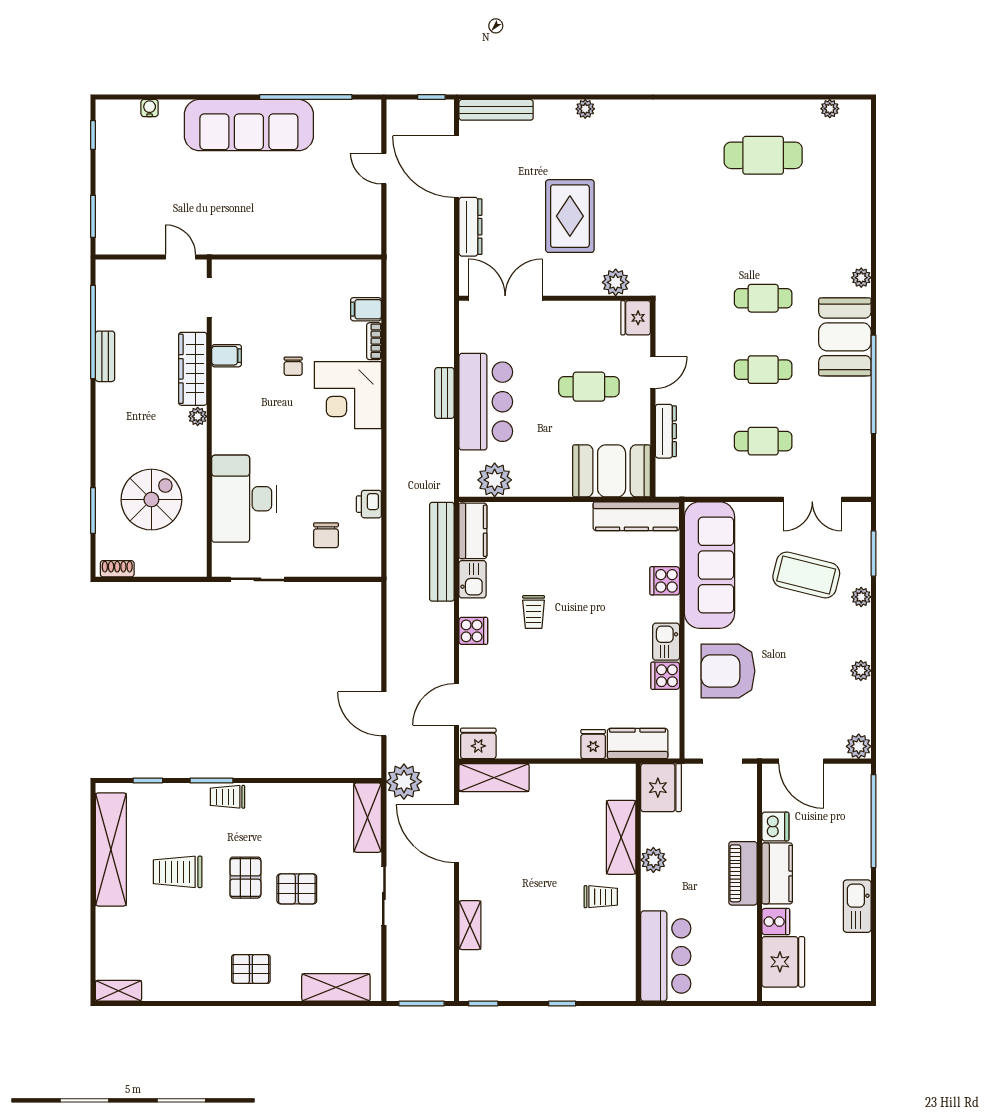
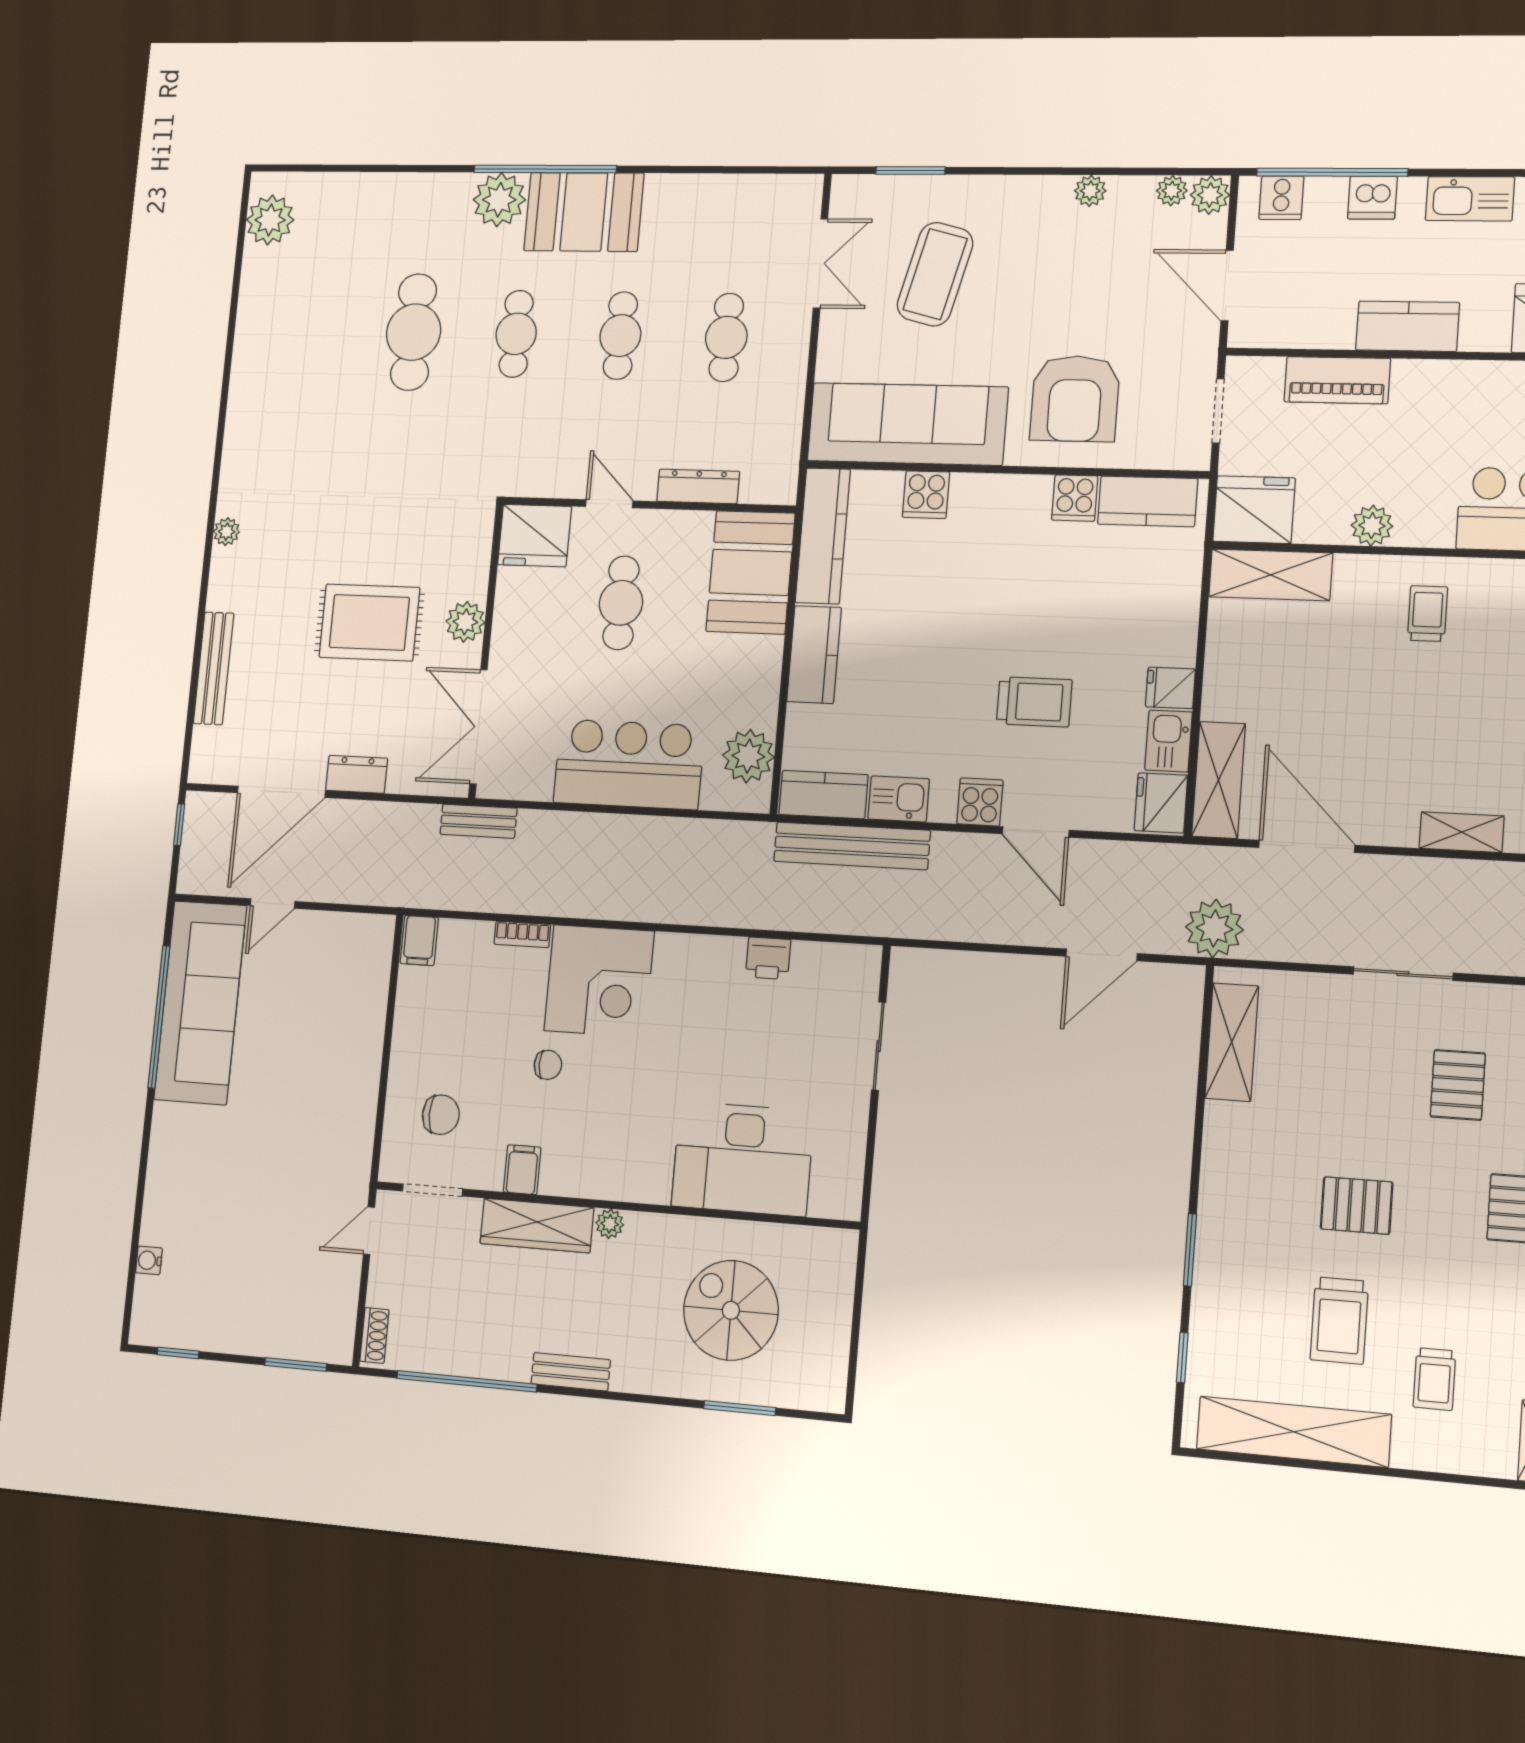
plant: (585, 109) -> (227, 532), moved
plant: (830, 109) -> (270, 220), width x1.87, depth x1.87
bench: (496, 110) -> (214, 668), moved
sofa: (249, 125) -> (200, 1003), moved
cafe table: (763, 155) -> (414, 332), moved
dresser: (470, 227) -> (357, 774), width x0.70
plant: (861, 278) -> (499, 200), width x1.88, depth x1.88
plant: (616, 282) -> (465, 622), moved
filing cabinet: (366, 309) -> (419, 940), moved
fridge: (636, 318) -> (535, 536), width x1.36, depth x1.34
bench: (105, 356) -> (571, 1372), moved
window: (873, 384) -> (545, 169), moved
bench: (444, 393) -> (479, 821), moved
kitchen counter: (561, 517) -> (814, 655), added
chair: (326, 535) -> (441, 1115), moved
shoe rack: (117, 569) -> (374, 1335), moved, turned 180
sliding door: (257, 579) -> (879, 1046), moved
plant: (861, 597) -> (1172, 191), moved
trolley: (534, 612) -> (1034, 702), moved, width x1.36, depth x1.39
kitchen sink: (666, 642) -> (1169, 741), moved, turned 90
door: (457, 704) -> (1036, 832), moved
fridge: (593, 744) -> (1170, 688), moved
kitchen counter: (638, 744) -> (1148, 501), moved, turned -90
door: (801, 761) -> (1227, 285), swing flipped
trolley: (227, 797) -> (1434, 1379), moved
shelving: (368, 818) -> (1232, 1042), moved, turned 90
dishwasher: (775, 827) -> (1372, 198), moved, turned 180
door: (457, 834) -> (1307, 846), swing flipped
shelving: (621, 837) -> (1271, 575), moved
piano: (743, 873) -> (1337, 380), moved
pallet: (297, 889) -> (1458, 1085), moved
cooker: (776, 922) -> (1281, 198), moved, turned 180

